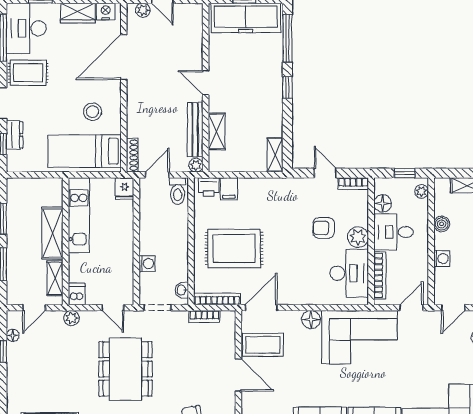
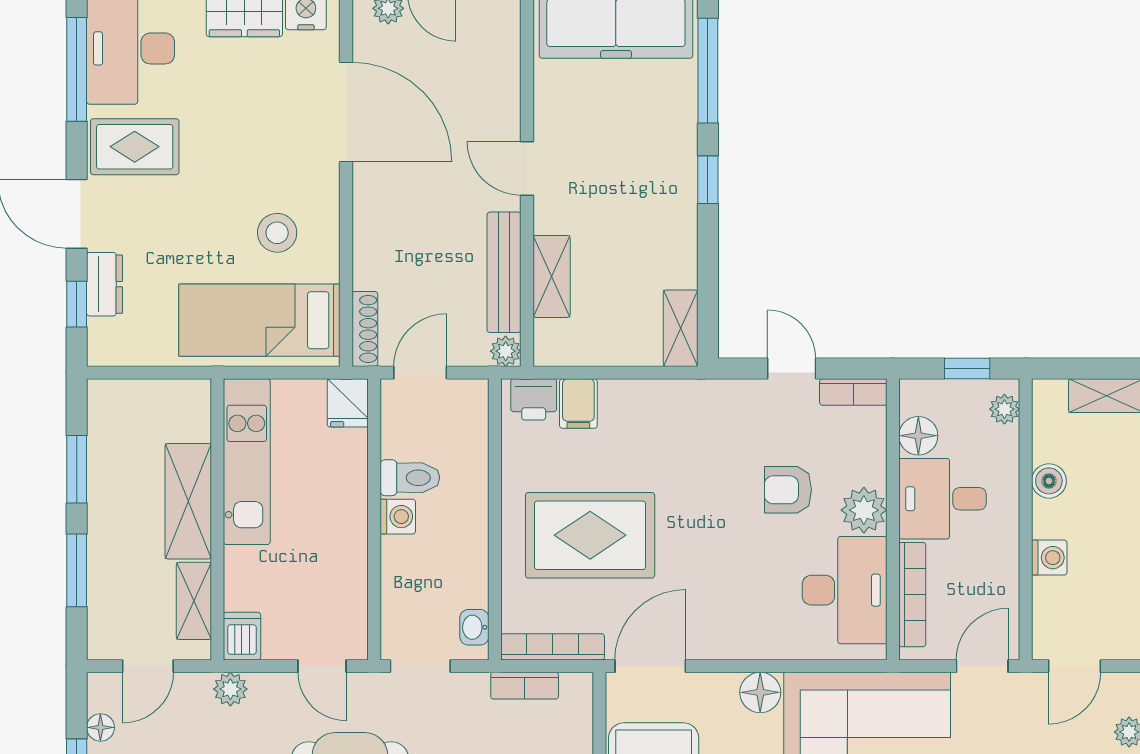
door: (124, 57) -> (346, 112), swing flipped
toilet: (178, 191) -> (410, 478), moved, turned -90
washing machine: (147, 264) -> (398, 517), moved

